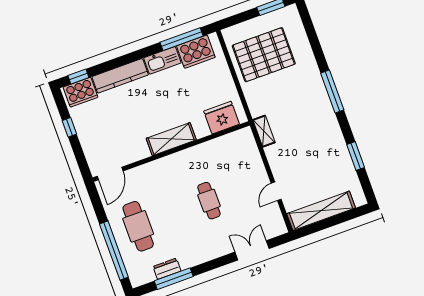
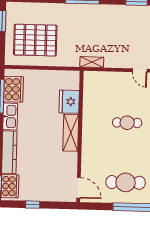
pallet: (264, 55) -> (35, 40), turned 90
fridge: (222, 118) -> (69, 102), moved

